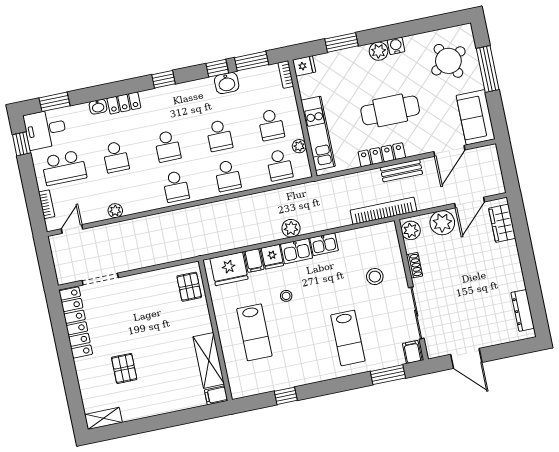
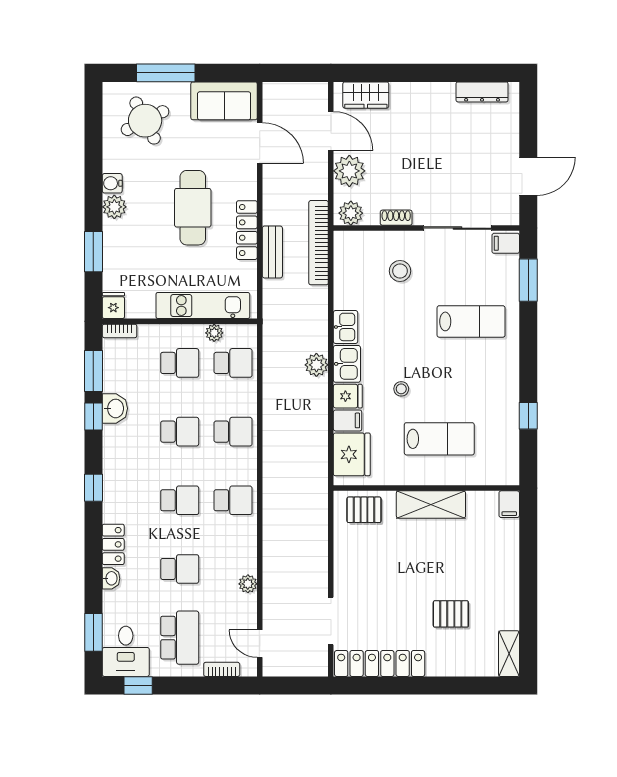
bench: (401, 171) -> (272, 252), moved
shelving: (209, 360) -> (431, 505), moved

